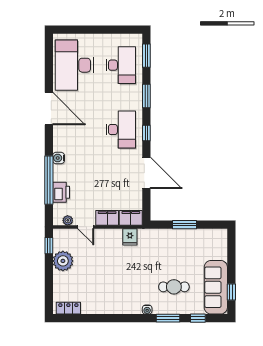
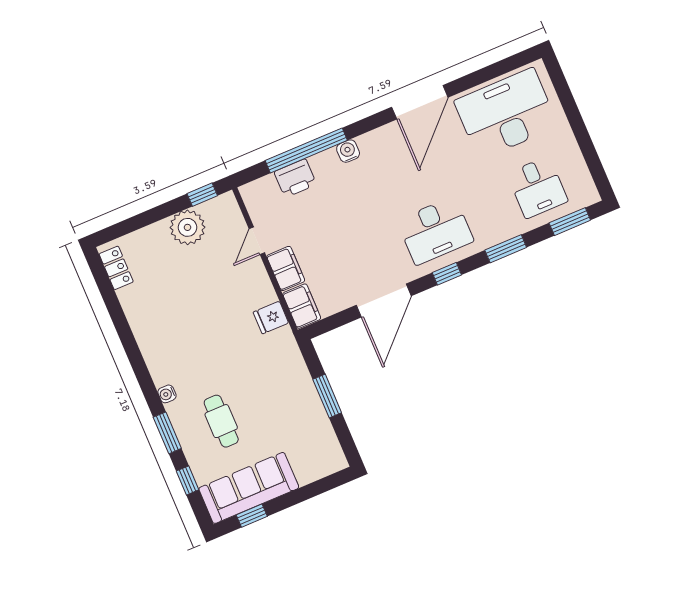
desk: (121, 65) -> (537, 187), width x0.73
plant: (68, 220) -> (255, 208), removed

